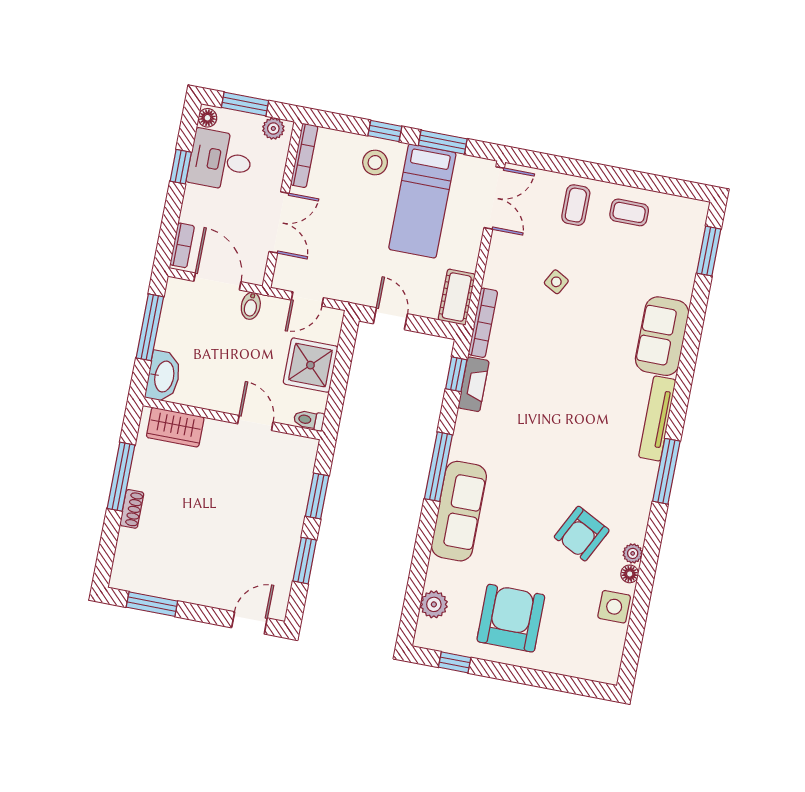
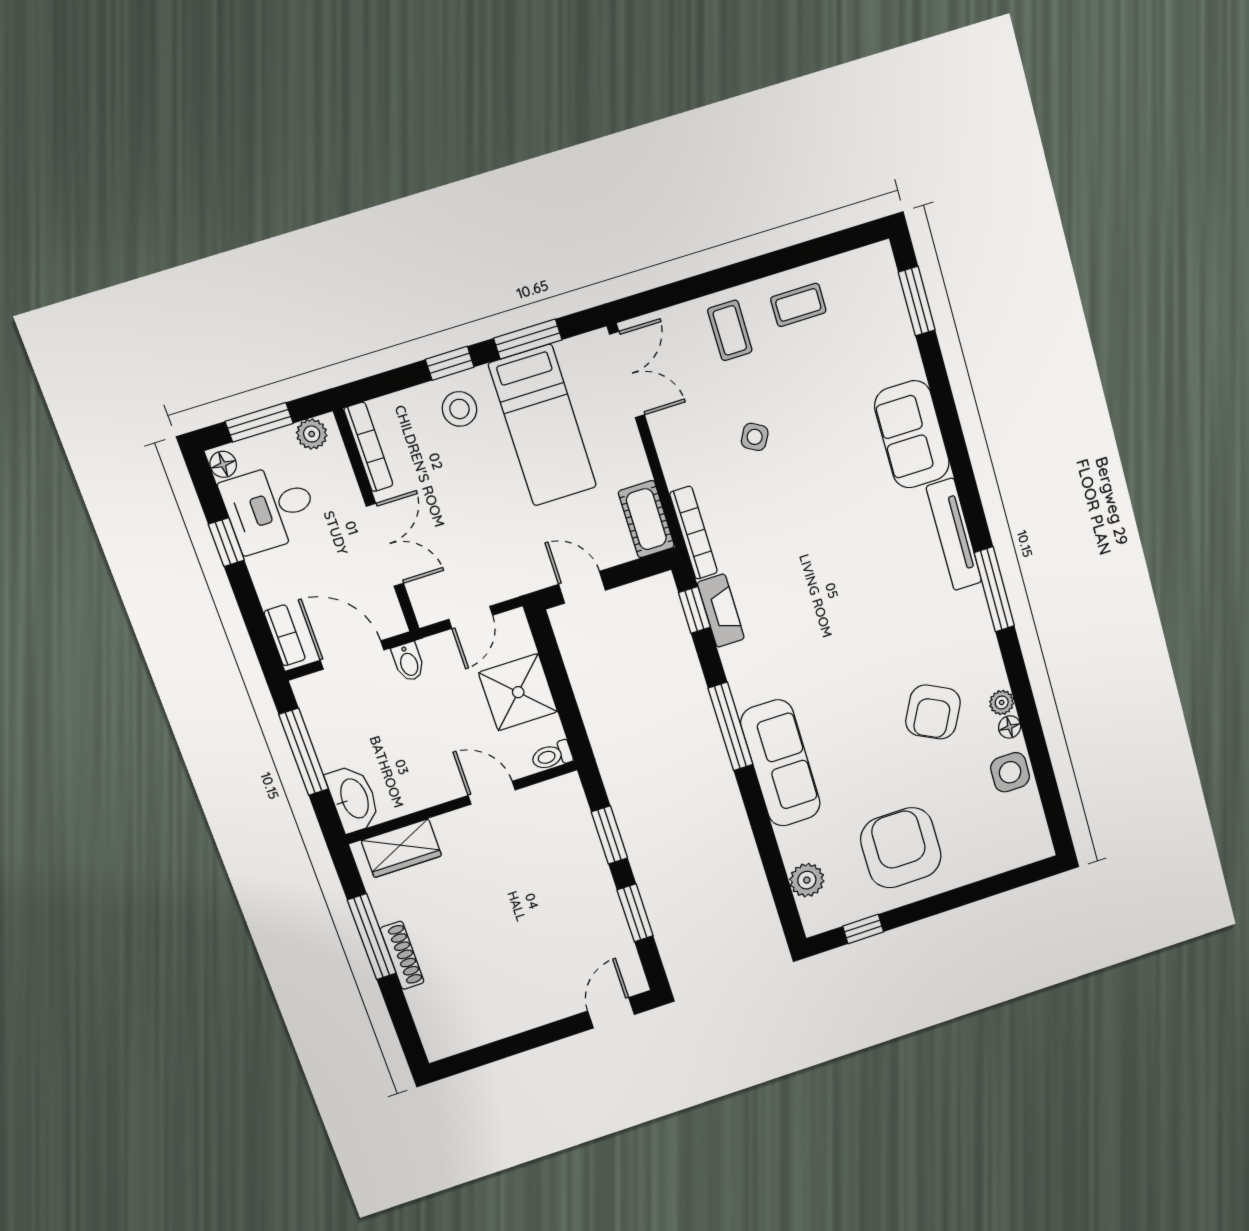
shoe rack: (132, 509) -> (402, 955), width x1.43
window: (152, 604) -> (490, 1053), removed

